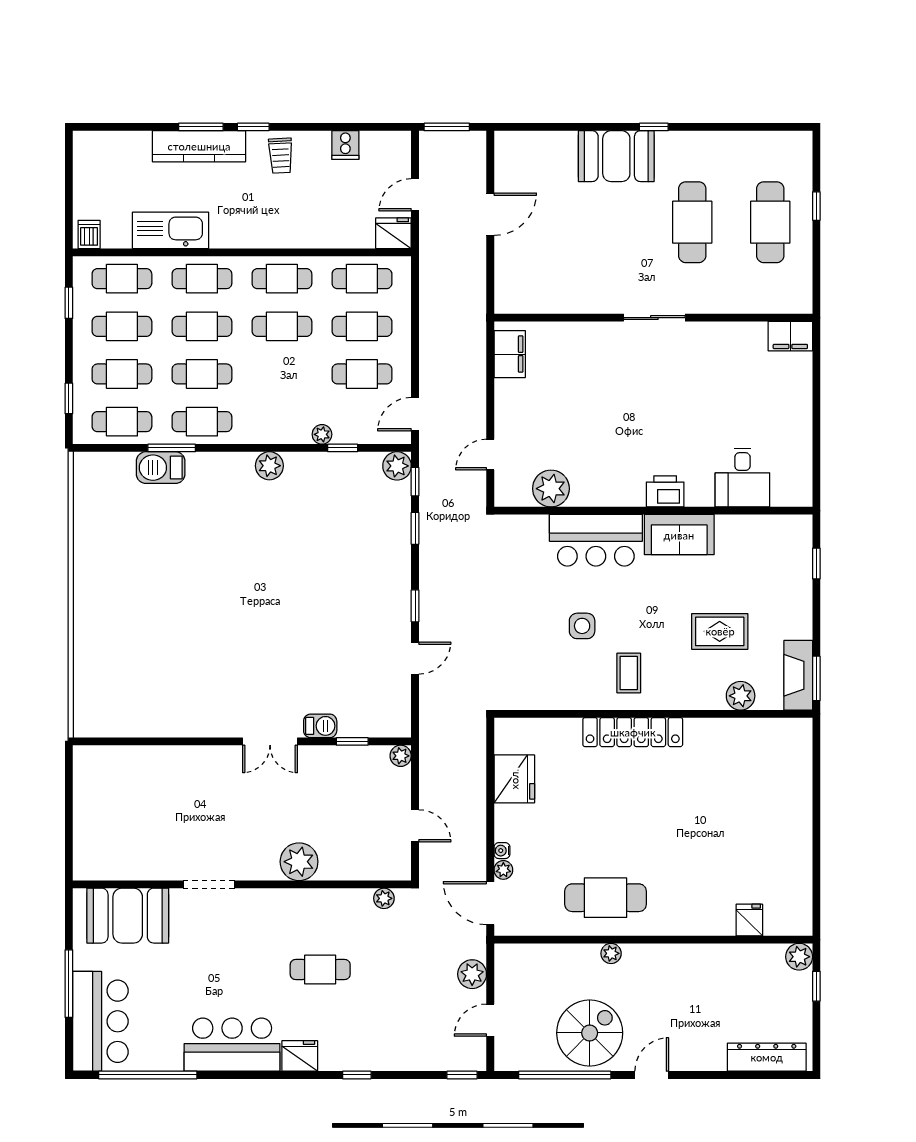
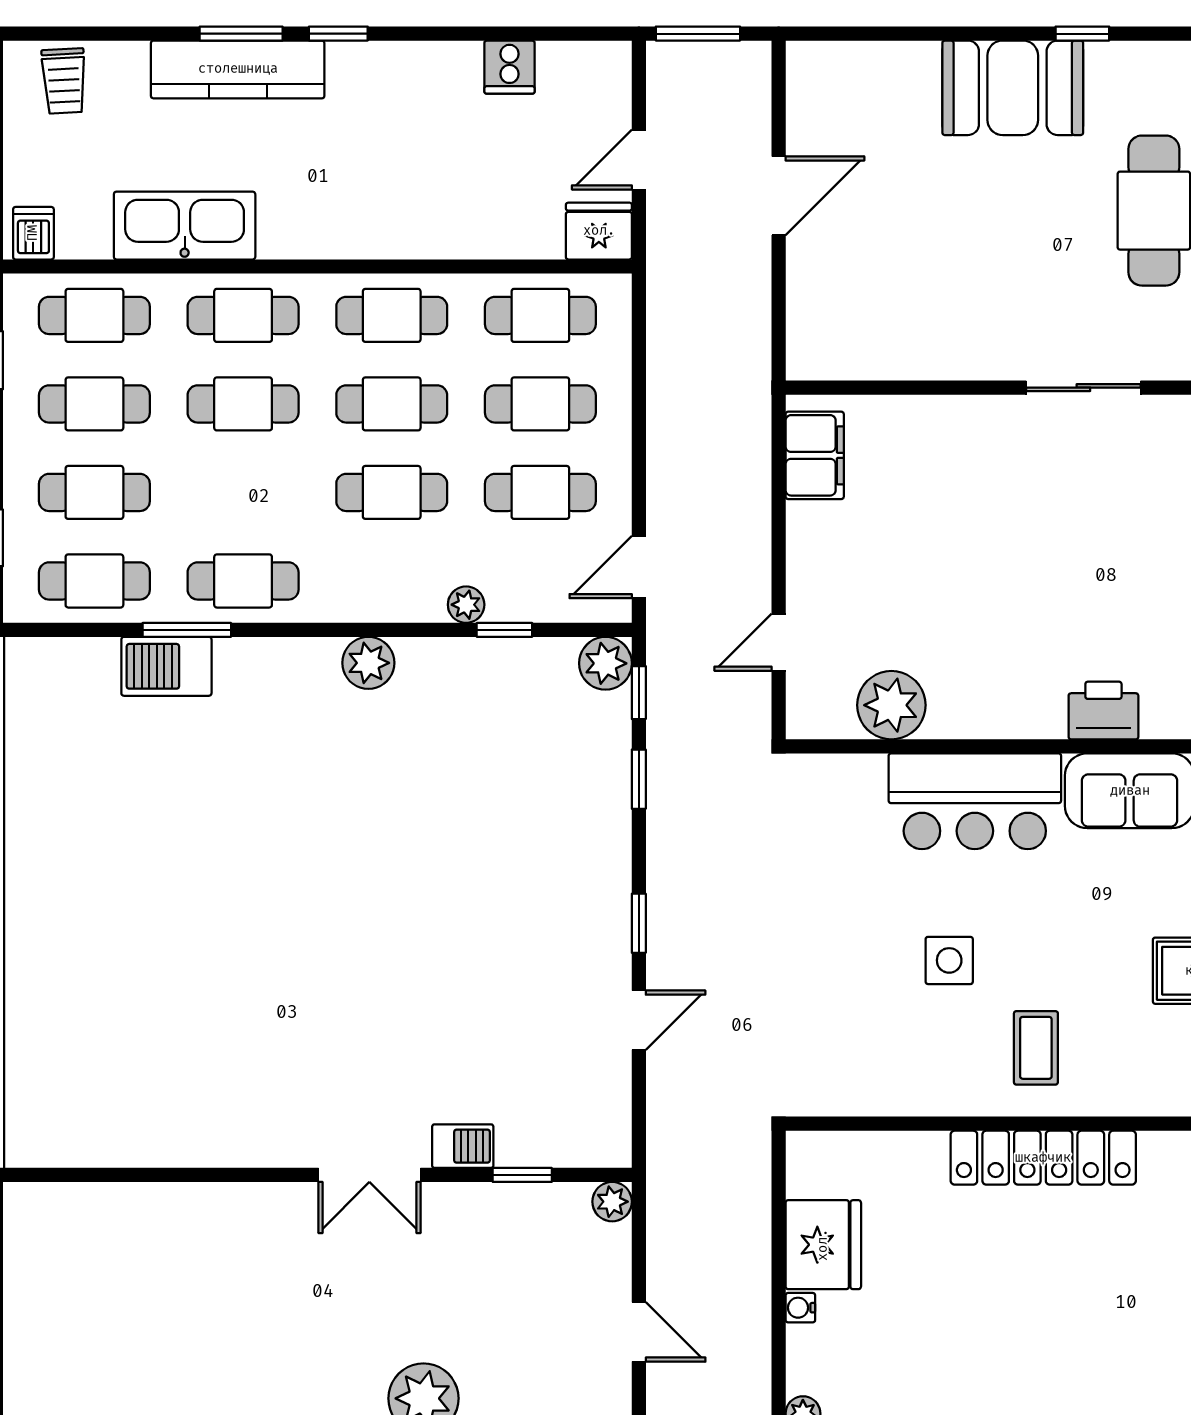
trolley: (281, 156) -> (64, 81), moved
cafe table: (202, 374) -> (392, 492), moved
water cooler: (502, 851) -> (800, 1308), moved

